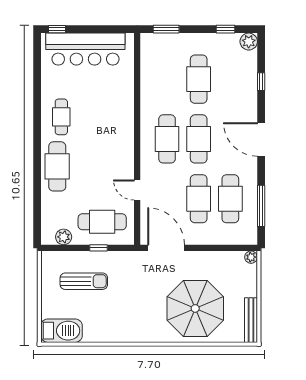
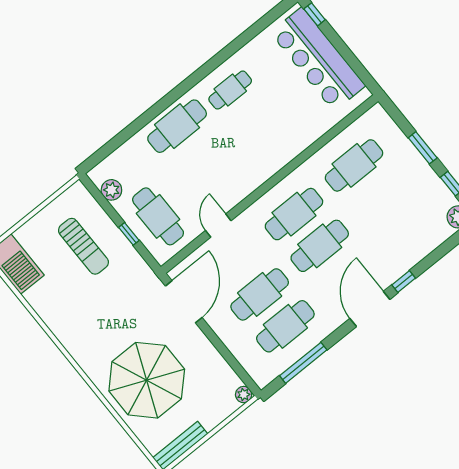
window: (166, 29) -> (423, 148), moved
cafe table: (199, 79) -> (354, 165), moved
window: (261, 82) -> (404, 282), moved

